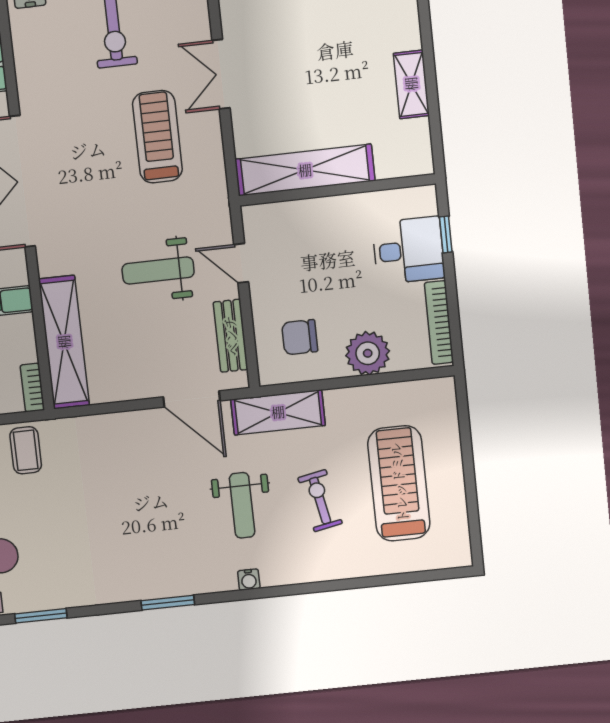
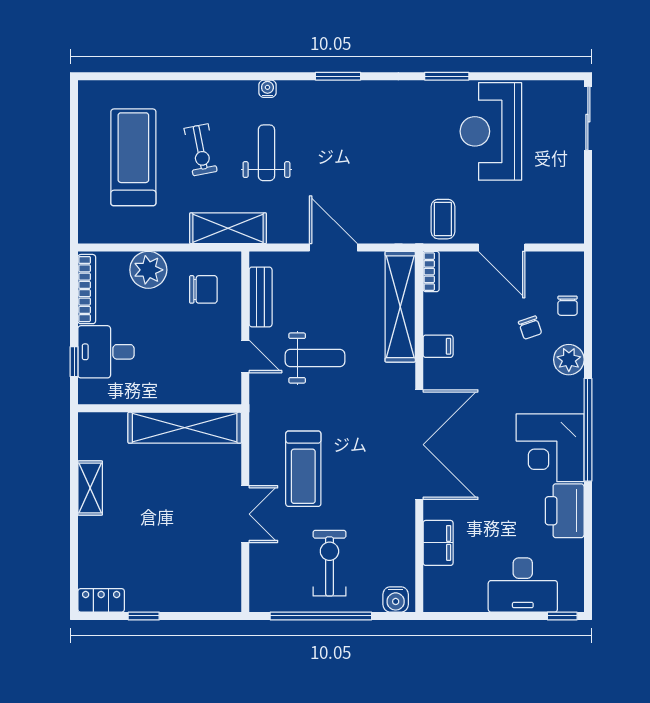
door: (192, 399) -> (333, 247), moved
treadmill: (399, 483) -> (133, 157), turned 180

